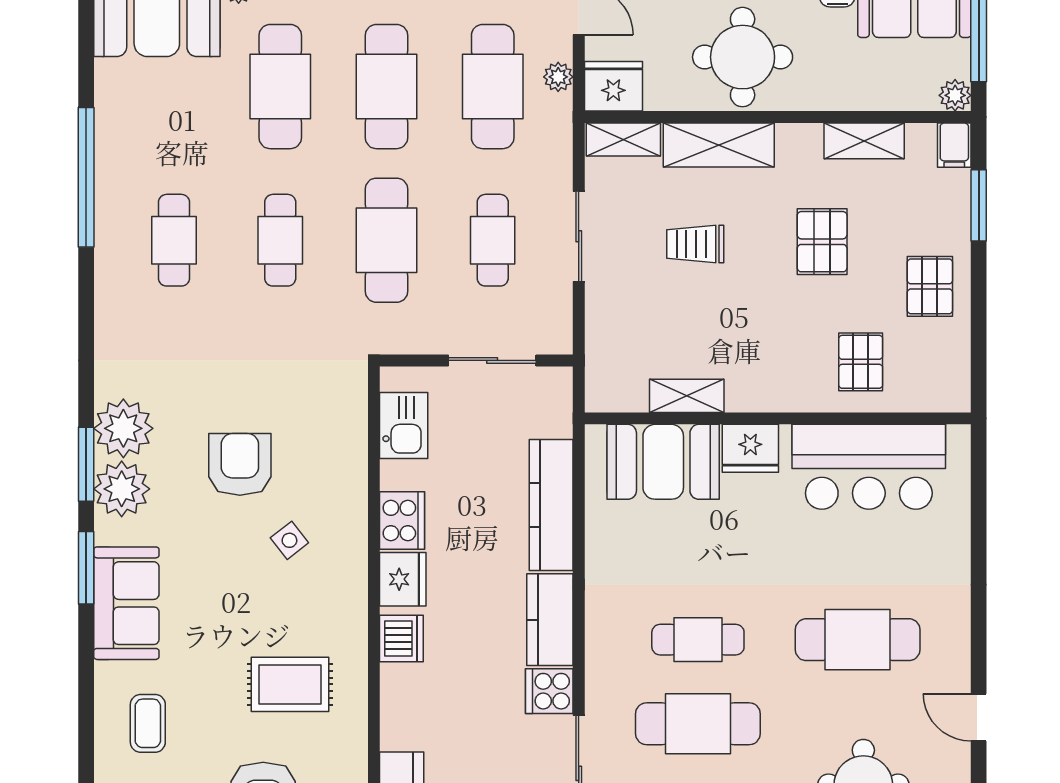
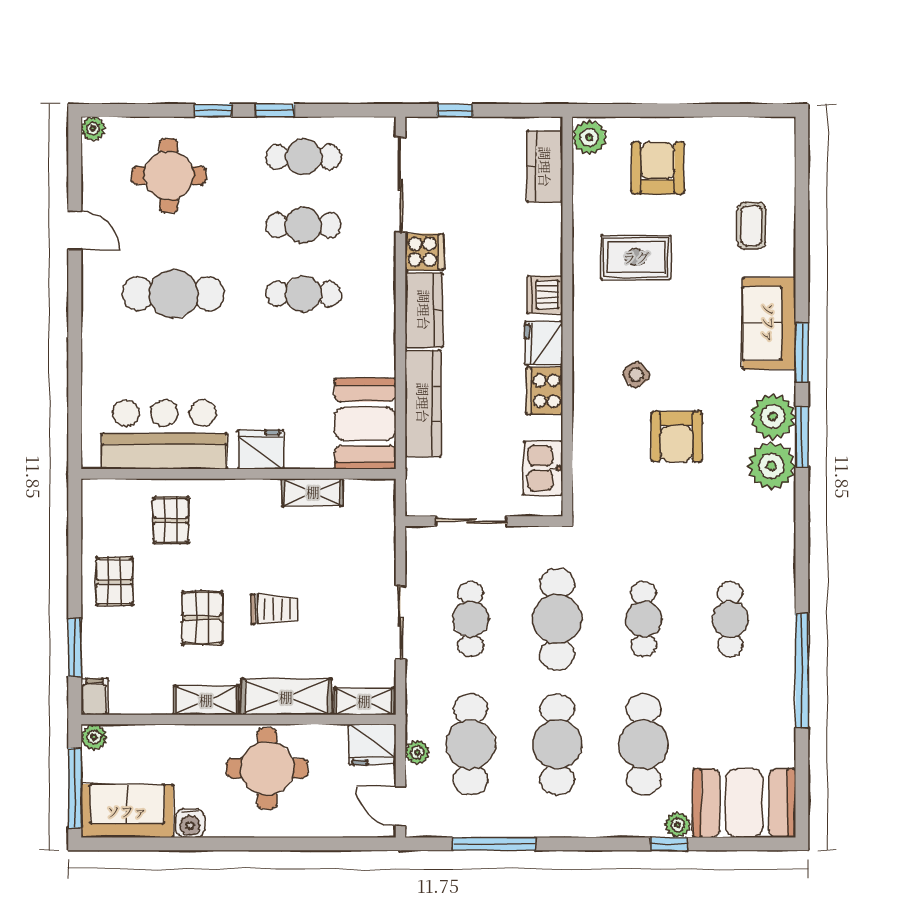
shelving: (864, 141) -> (206, 700), moved
trolley: (695, 244) -> (274, 609), moved
booth: (663, 462) -> (365, 424), moved, turned 90
cafe table: (698, 724) -> (303, 225), width x0.73, depth x0.74

